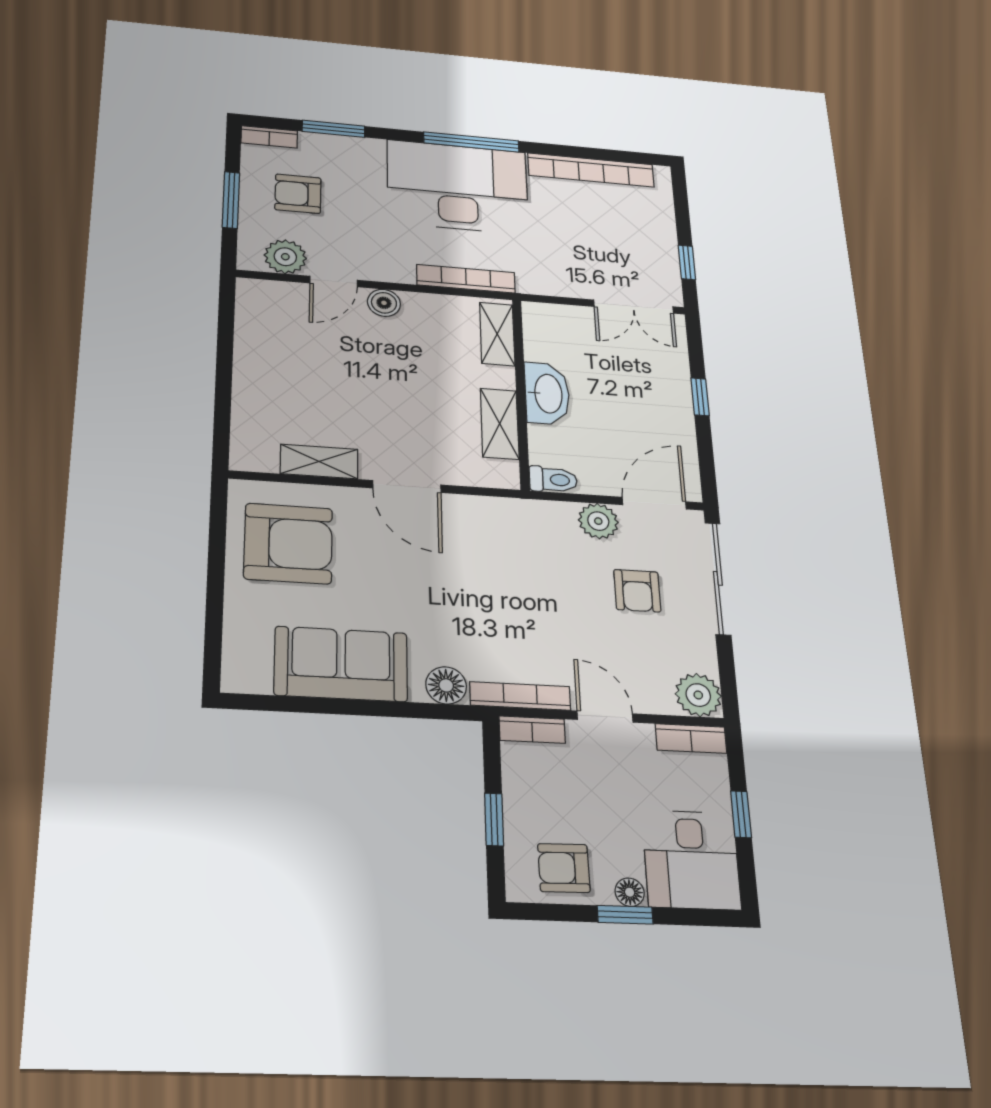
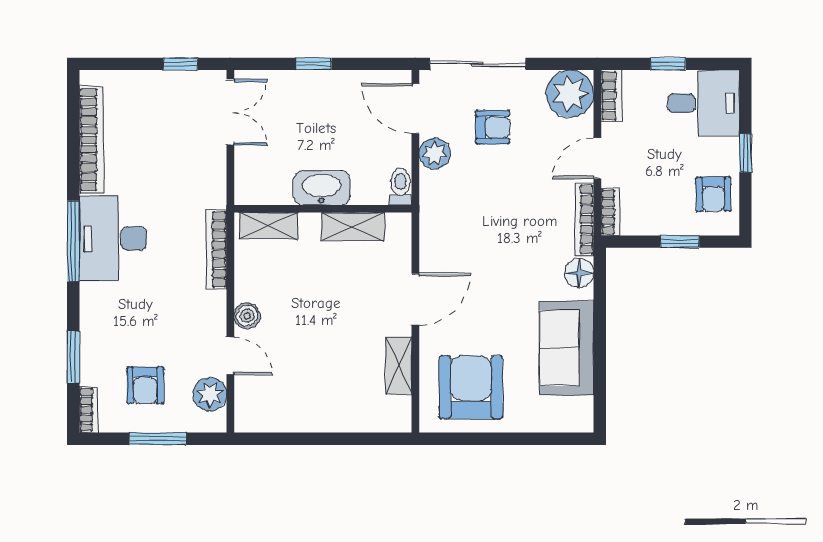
desk: (458, 187) -> (113, 239), width x0.73, depth x0.77
plant: (698, 695) -> (570, 94), width x1.36, depth x1.36
floor lamp: (630, 892) -> (729, 149), removed

